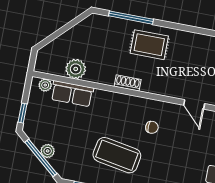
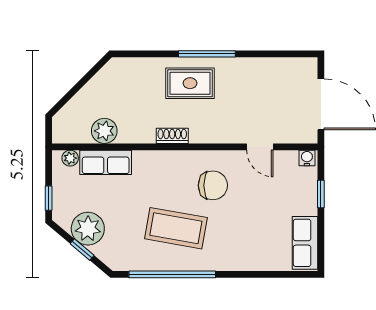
window: (131, 18) -> (207, 54), moved
chair: (152, 127) -> (213, 185), width x1.87, depth x1.87
plant: (48, 151) -> (88, 229), width x1.88, depth x1.88
window: (41, 158) -> (82, 250), width x0.46

